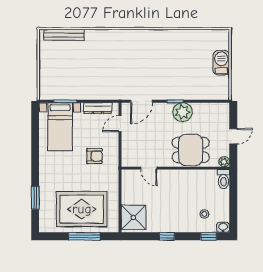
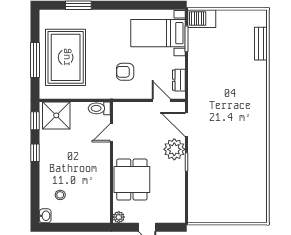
bench: (64, 35) -> (261, 44), width x0.73
barbecue: (221, 63) -> (202, 19), moved, turned 180
dresser: (98, 108) -> (179, 80), width x0.70
plant: (183, 112) -> (174, 149), moved
armchair: (95, 156) -> (125, 72), turned 90
toilet: (223, 179) -> (99, 108), moved
window: (208, 236) -> (35, 121), moved

